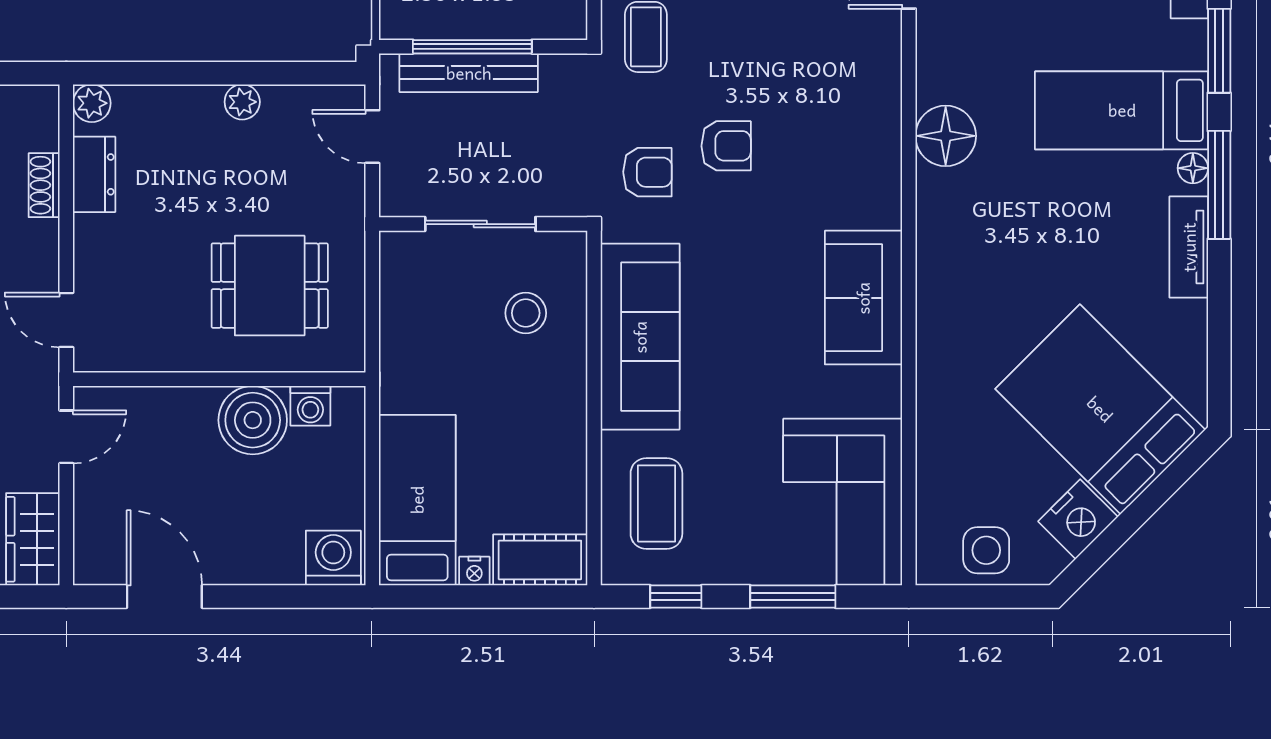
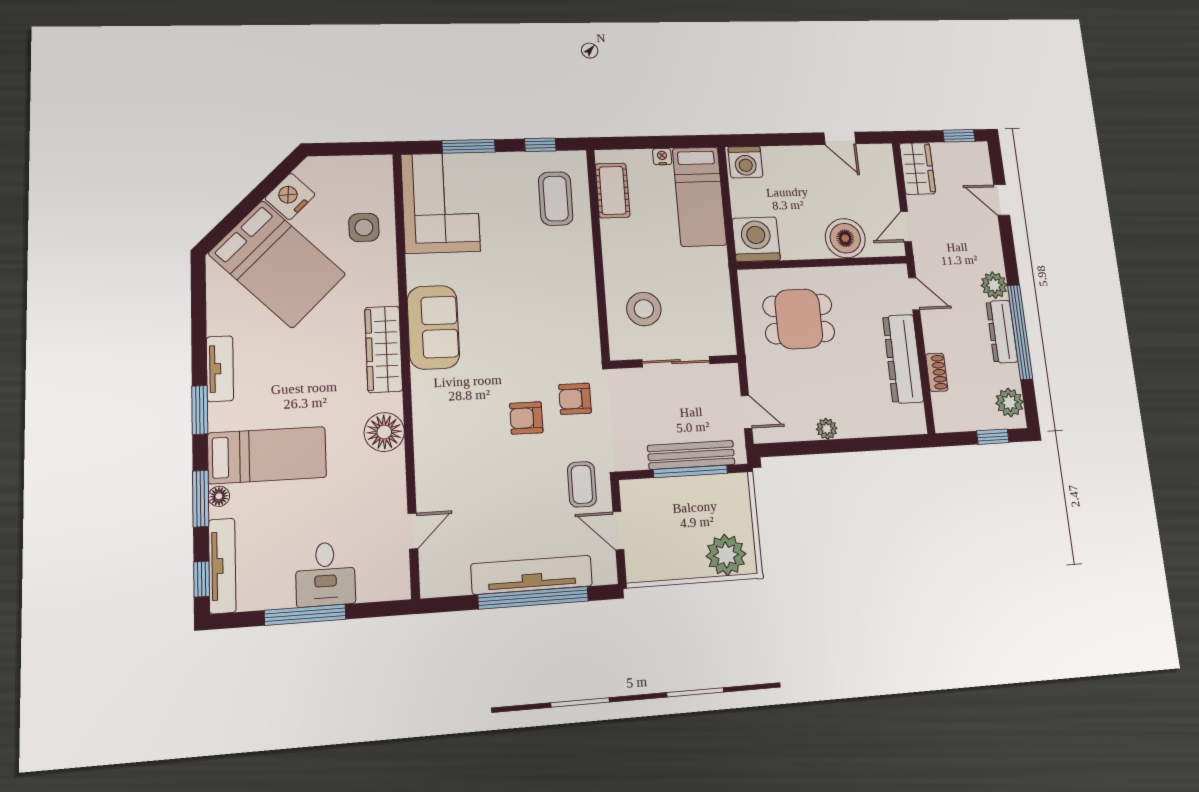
plant: (92, 103) -> (915, 423), removed
floor lamp: (1193, 168) -> (219, 496), moved
dresser: (94, 174) -> (903, 359), width x1.96, depth x1.24
window: (1219, 185) -> (200, 410), width x0.69
wardrobe: (942, 266) -> (384, 349), added
stool: (526, 313) -> (644, 309), width x1.38, depth x1.38
sofa: (640, 337) -> (573, 298), removed
washing machine: (310, 406) -> (756, 239), width x1.89, depth x1.89
boiler: (253, 420) -> (845, 238), moved
side table: (986, 550) -> (364, 227), moved
cot: (540, 560) -> (613, 190), moved, turned 90
door: (164, 596) -> (840, 138), width x0.73

